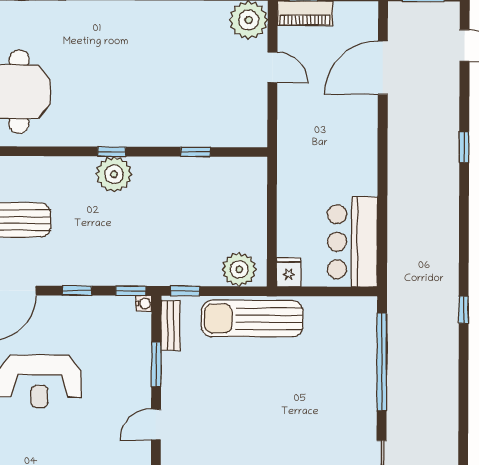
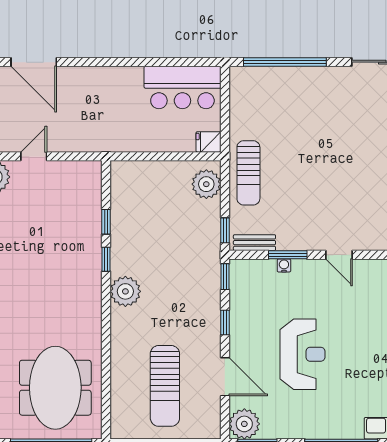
window: (112, 152) -> (106, 259), moved
water cooler: (144, 303) -> (284, 265), moved
sun lounger: (252, 319) -> (248, 173), width x0.73, depth x0.75

